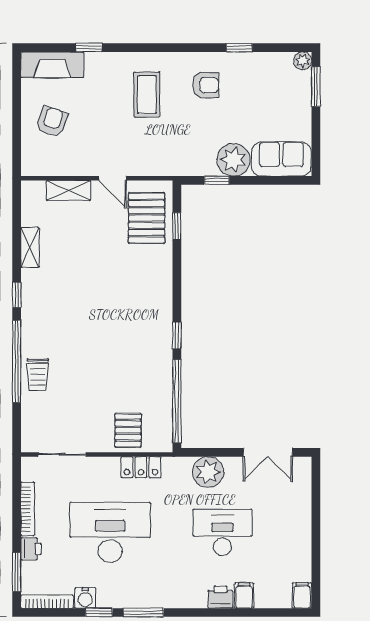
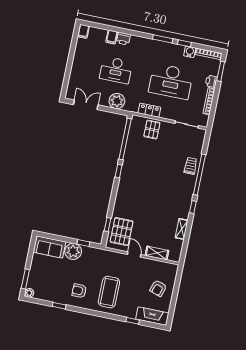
coffee table: (147, 94) -> (109, 292), width x1.36, depth x1.32

